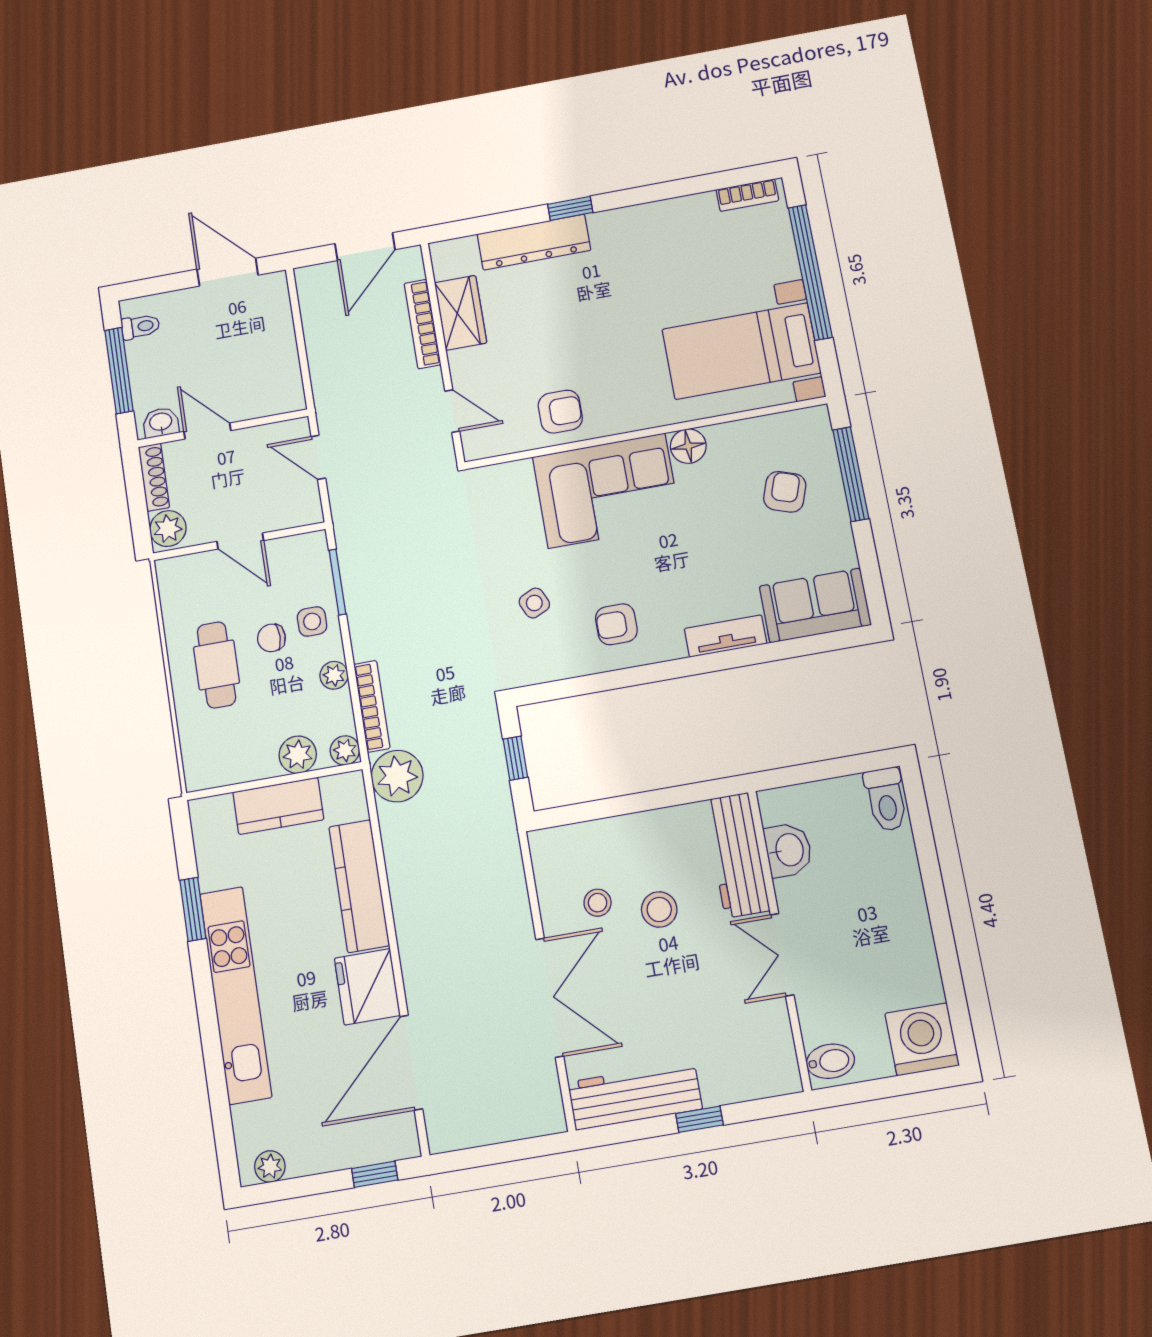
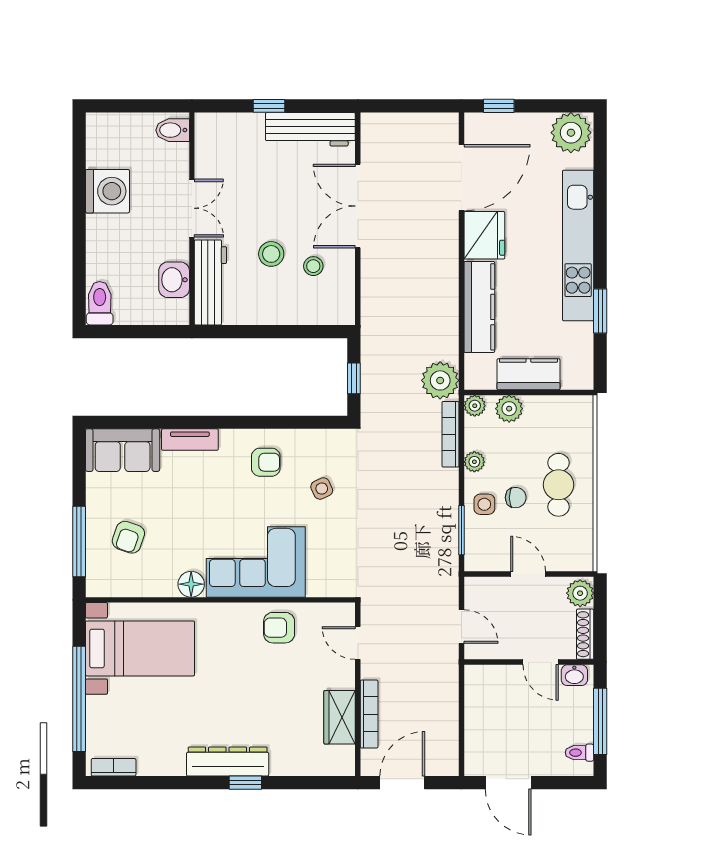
dresser: (534, 242) -> (228, 762), moved
washing machine: (922, 1039) -> (107, 191), moved, turned -90
plant: (270, 1166) -> (571, 133), width x1.88, depth x1.88

